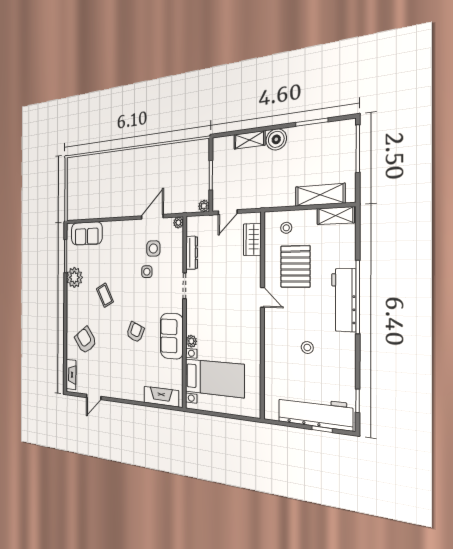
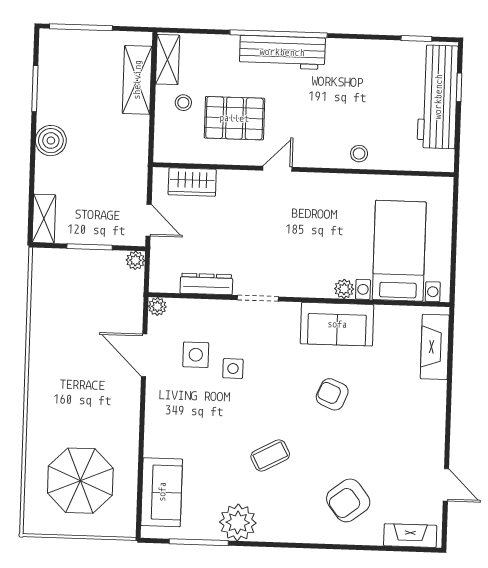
shelving: (249, 140) -> (44, 219), moved
parasol: (91, 186) -> (80, 481), added
stool: (286, 228) -> (183, 103), moved
stool: (307, 348) -> (359, 154), moved

